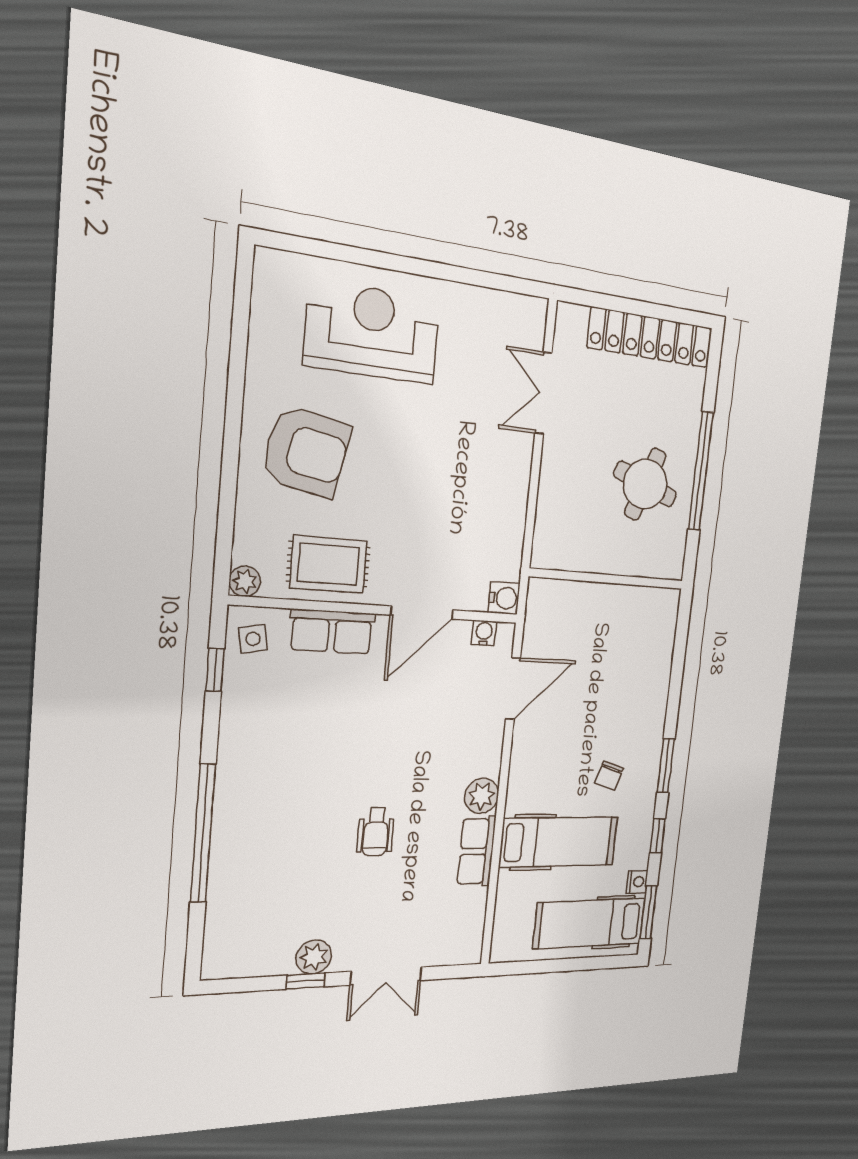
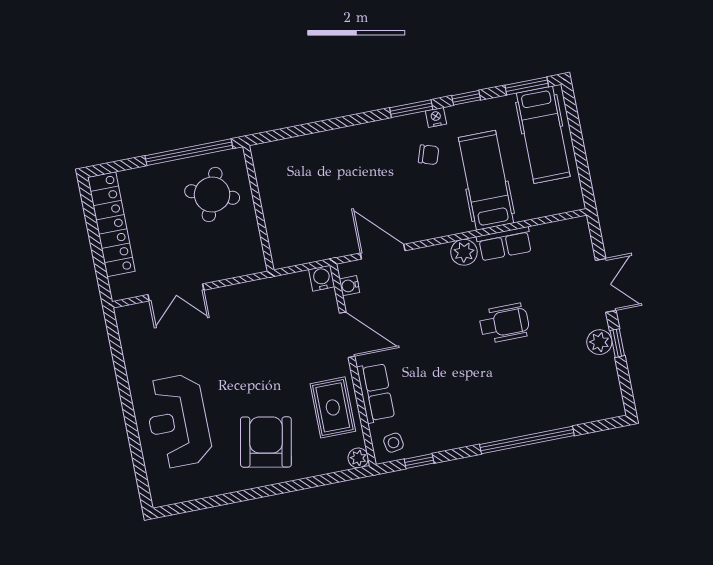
wall: (607, 579) -> (258, 208), moved
wheelchair: (376, 832) -> (504, 323), width x1.36, depth x1.37
nightstand: (637, 882) -> (436, 117), moved

